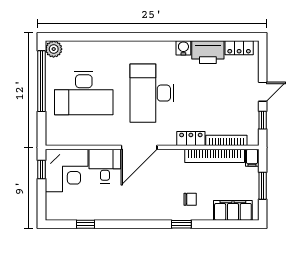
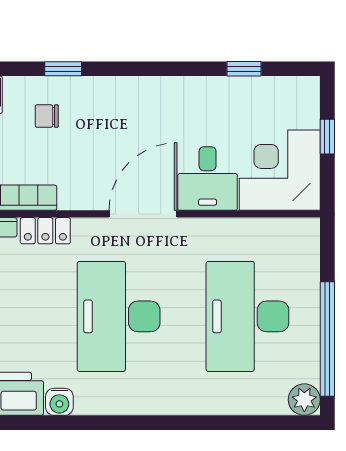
desk: (84, 93) -> (247, 316), turned -90
desk: (152, 93) -> (119, 316), turned 180
window: (41, 170) -> (327, 137), moved

